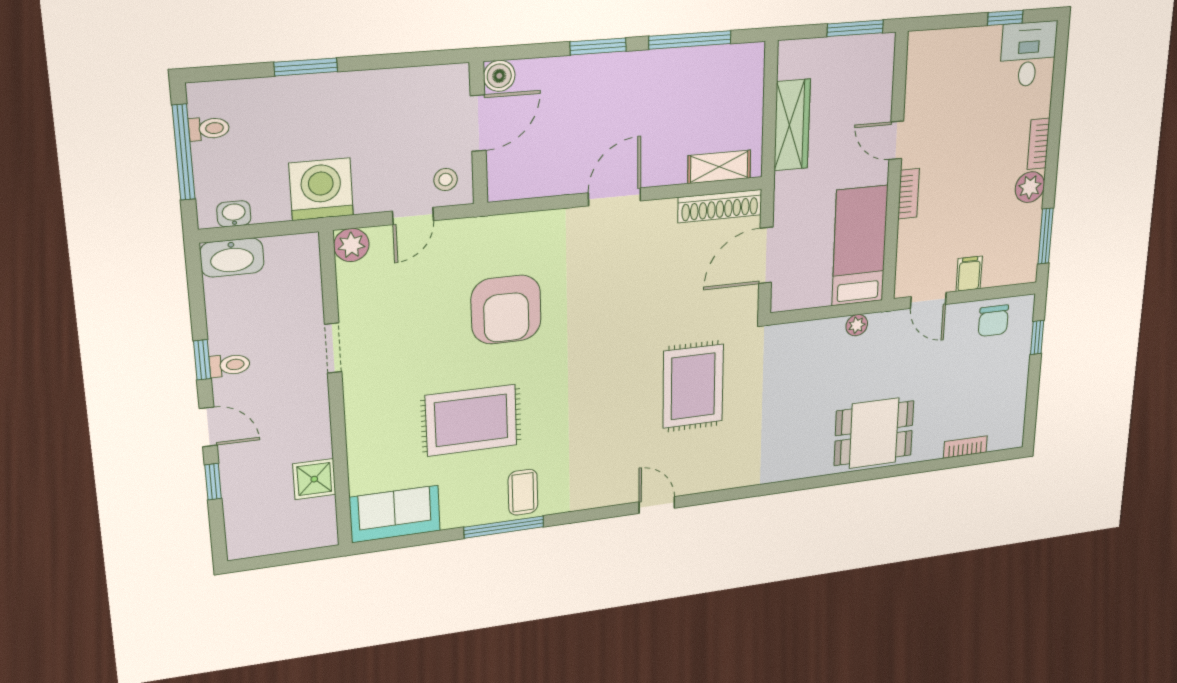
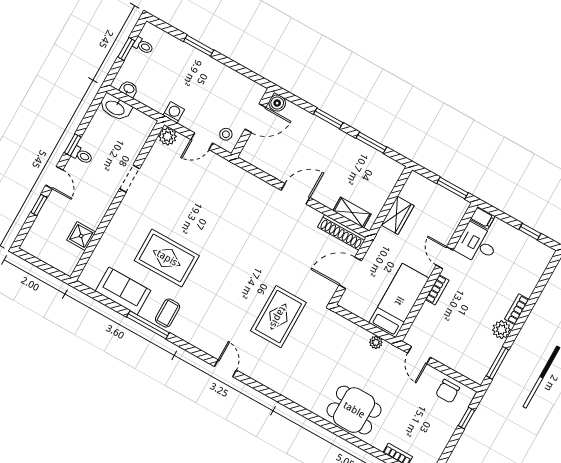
window: (690, 40) -> (371, 143), width x0.69
desk: (1028, 54) -> (477, 244), moved, turned -90
wardrobe: (792, 125) -> (398, 215), width x0.67
window: (184, 152) -> (126, 49), width x0.46
washing machine: (321, 189) -> (174, 112), width x0.53, depth x0.53
filing cabinet: (969, 274) -> (483, 218), moved, turned 90
armchair: (506, 310) -> (215, 214), removed
sofa: (395, 514) -> (123, 291), moved

